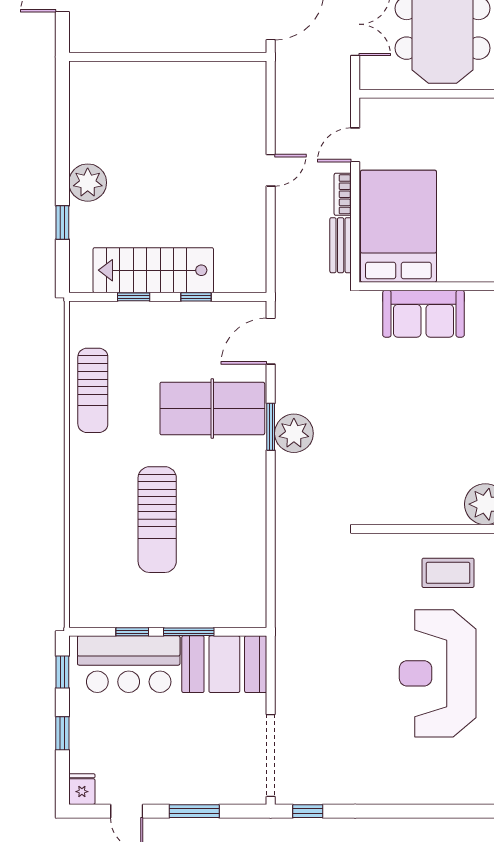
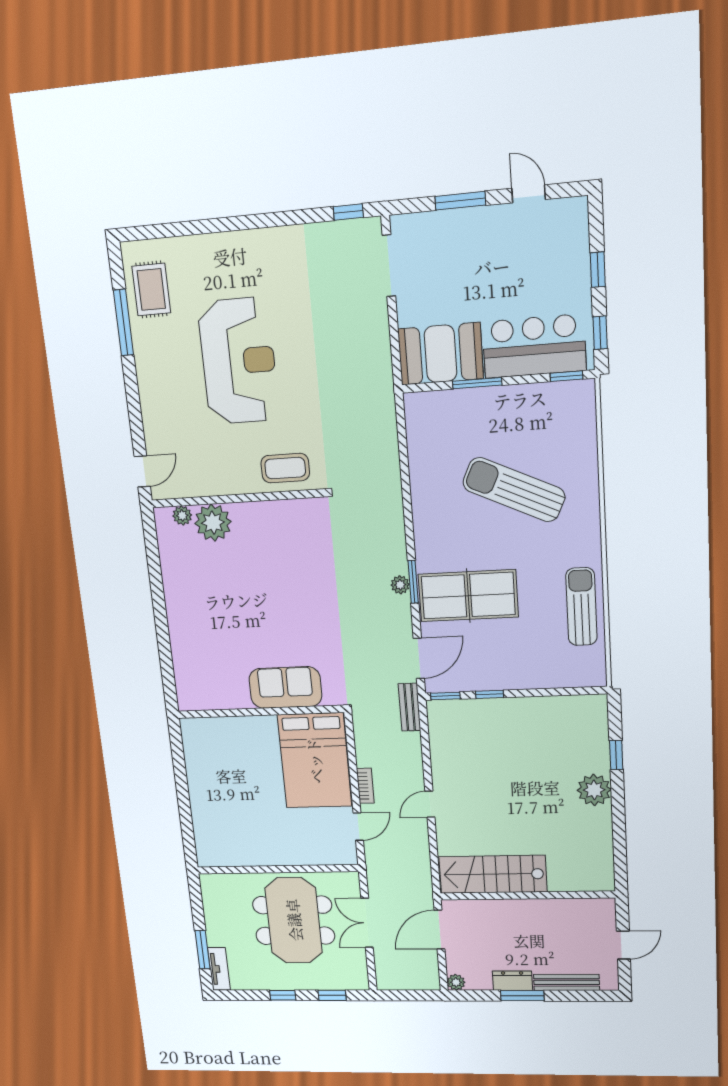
bench: (341, 245) -> (410, 707), moved
stairs: (153, 270) -> (493, 874), moved, turned 180
window: (134, 297) -> (445, 696), moved
plant: (294, 433) -> (400, 585), width x0.53, depth x0.53
sun lounger: (157, 520) -> (514, 490), turned -65
coffee table: (448, 573) -> (285, 468), moved
window: (132, 632) -> (566, 376), moved
doorway: (271, 756) -> (389, 266), width x0.73
fridge: (82, 789) -> (575, 213), removed

